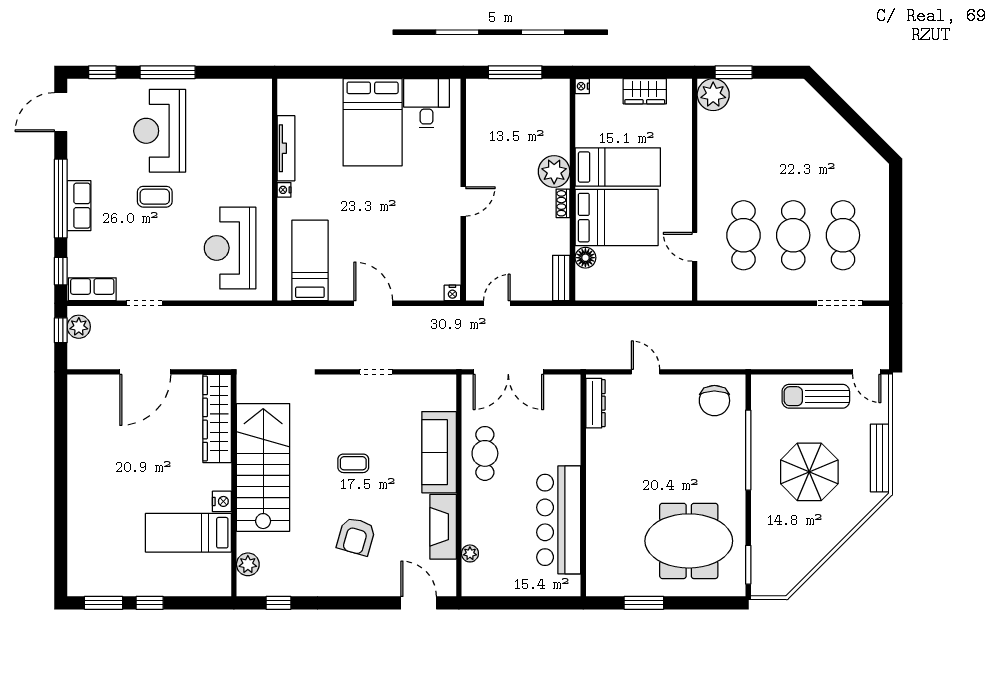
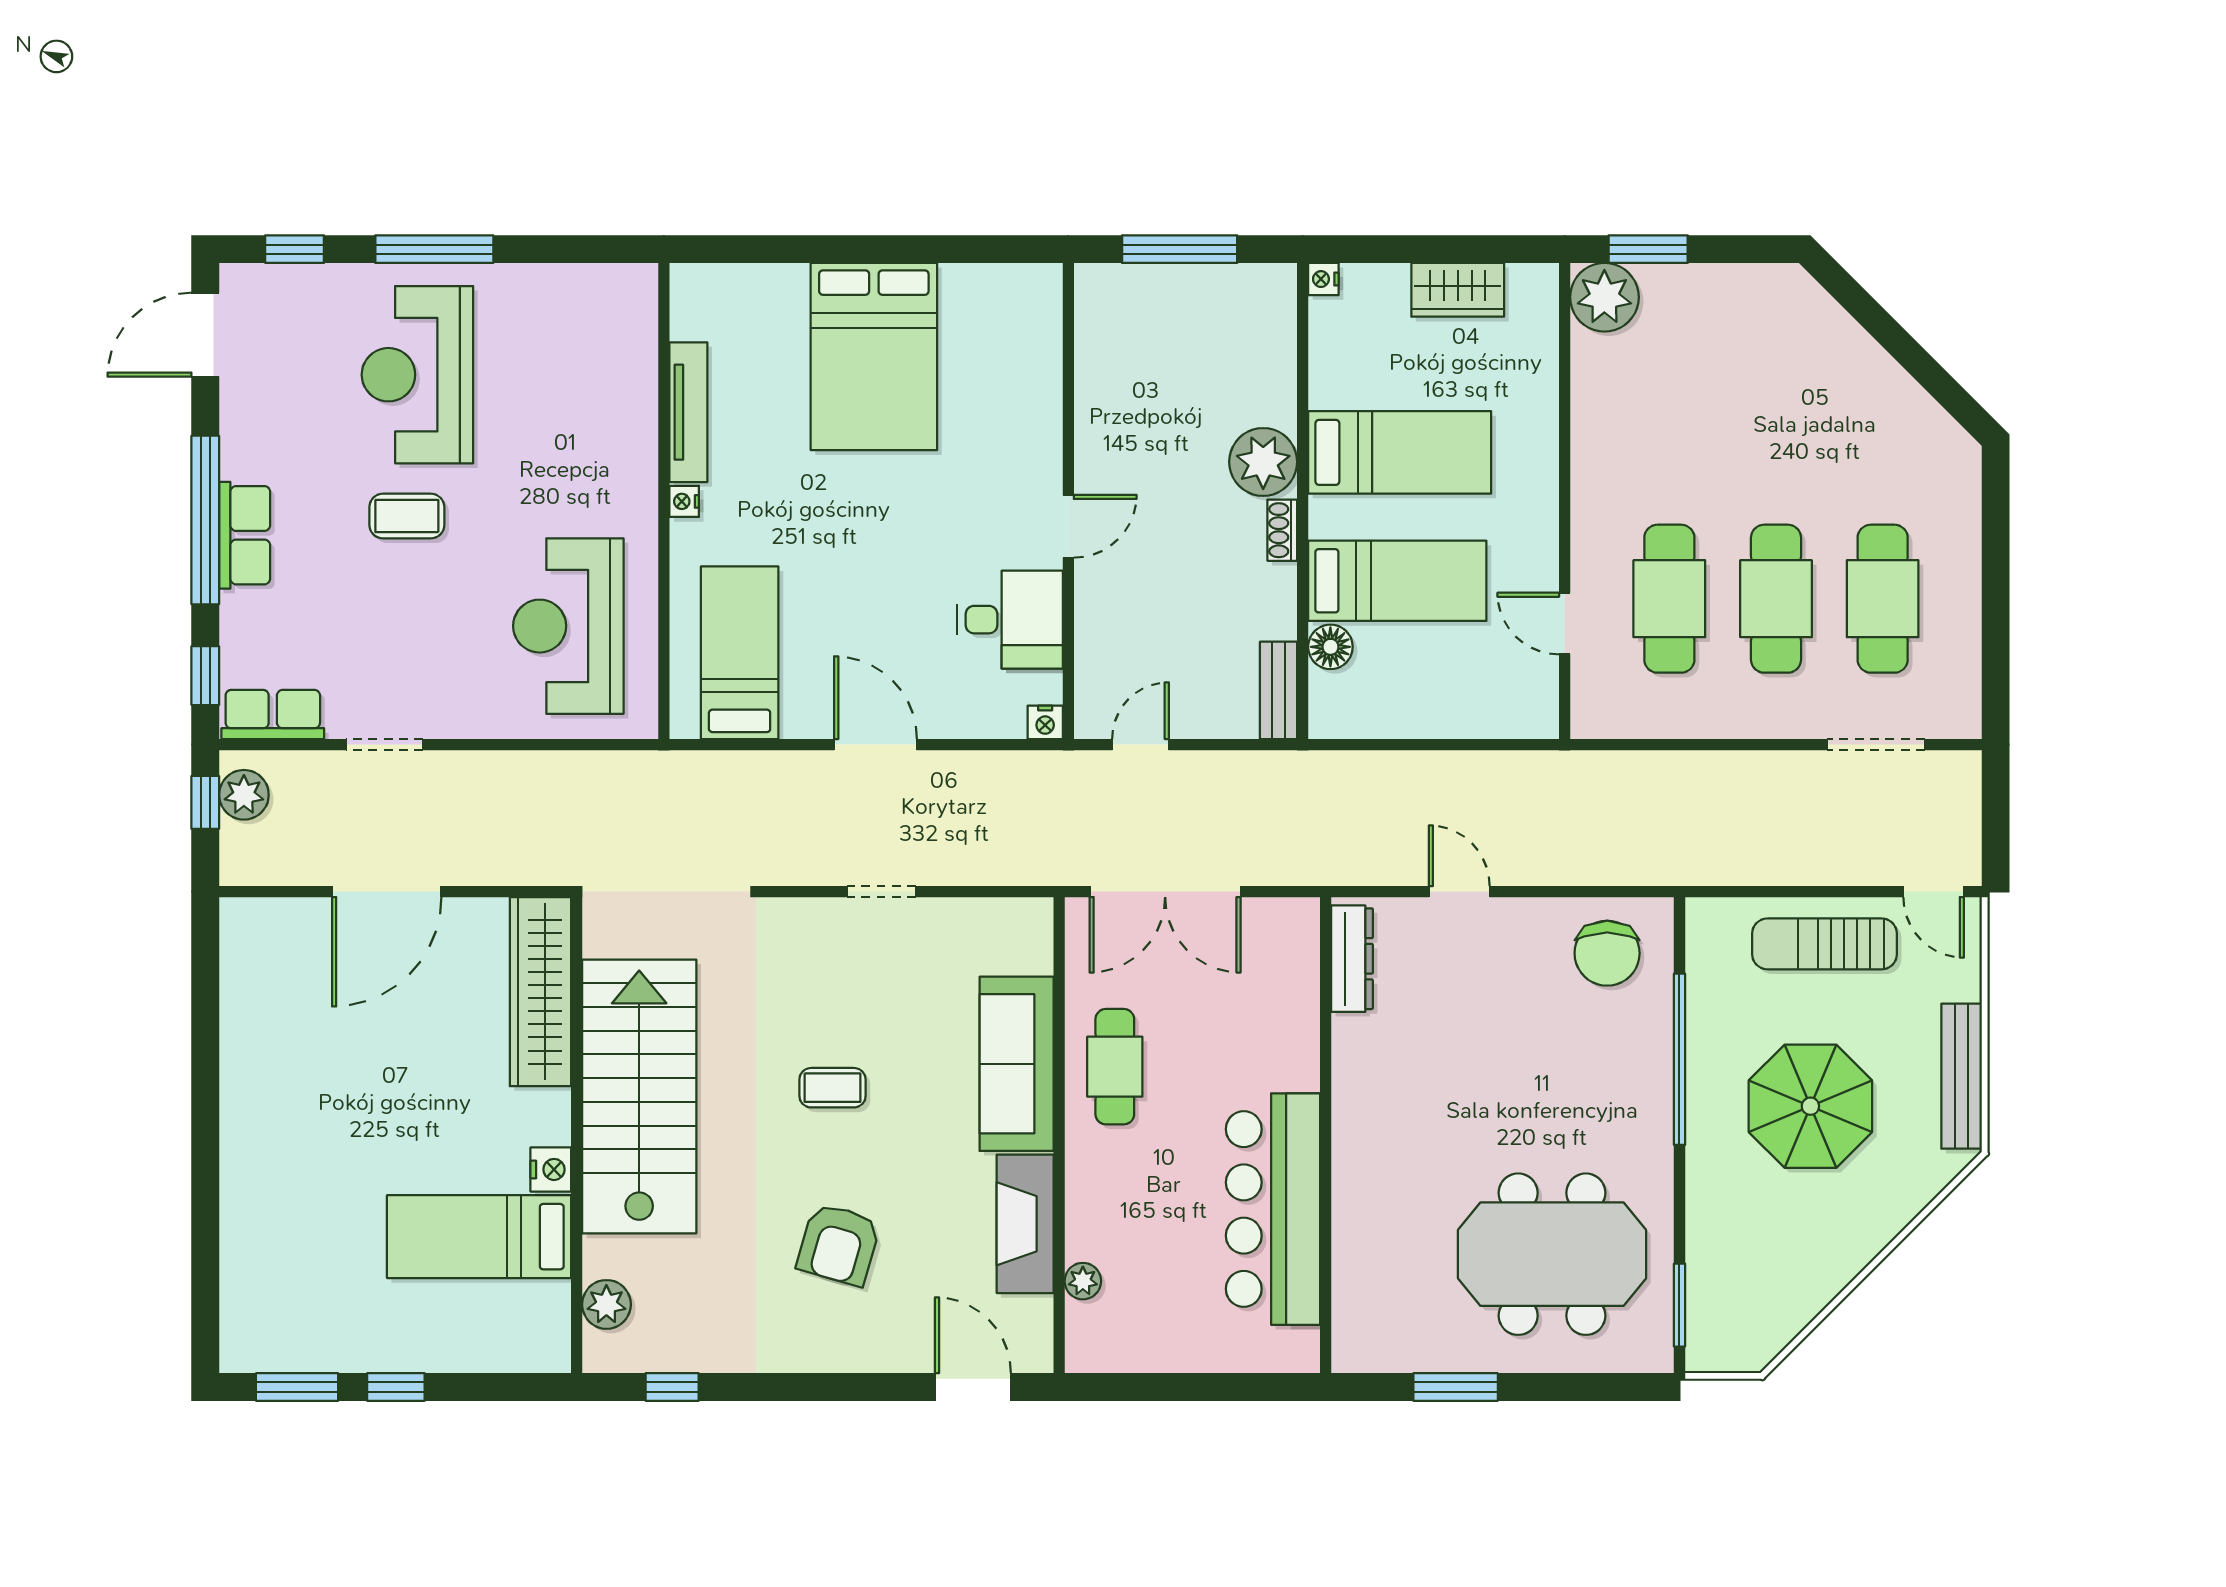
desk: (427, 103) -> (1010, 620), moved, turned 90
bed: (617, 218) -> (1397, 581), width x0.67

